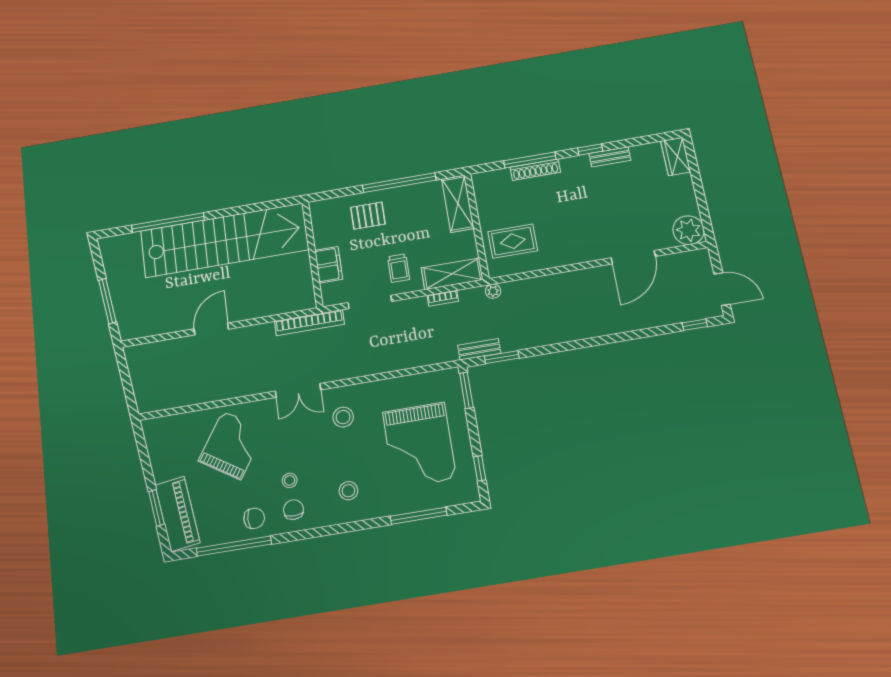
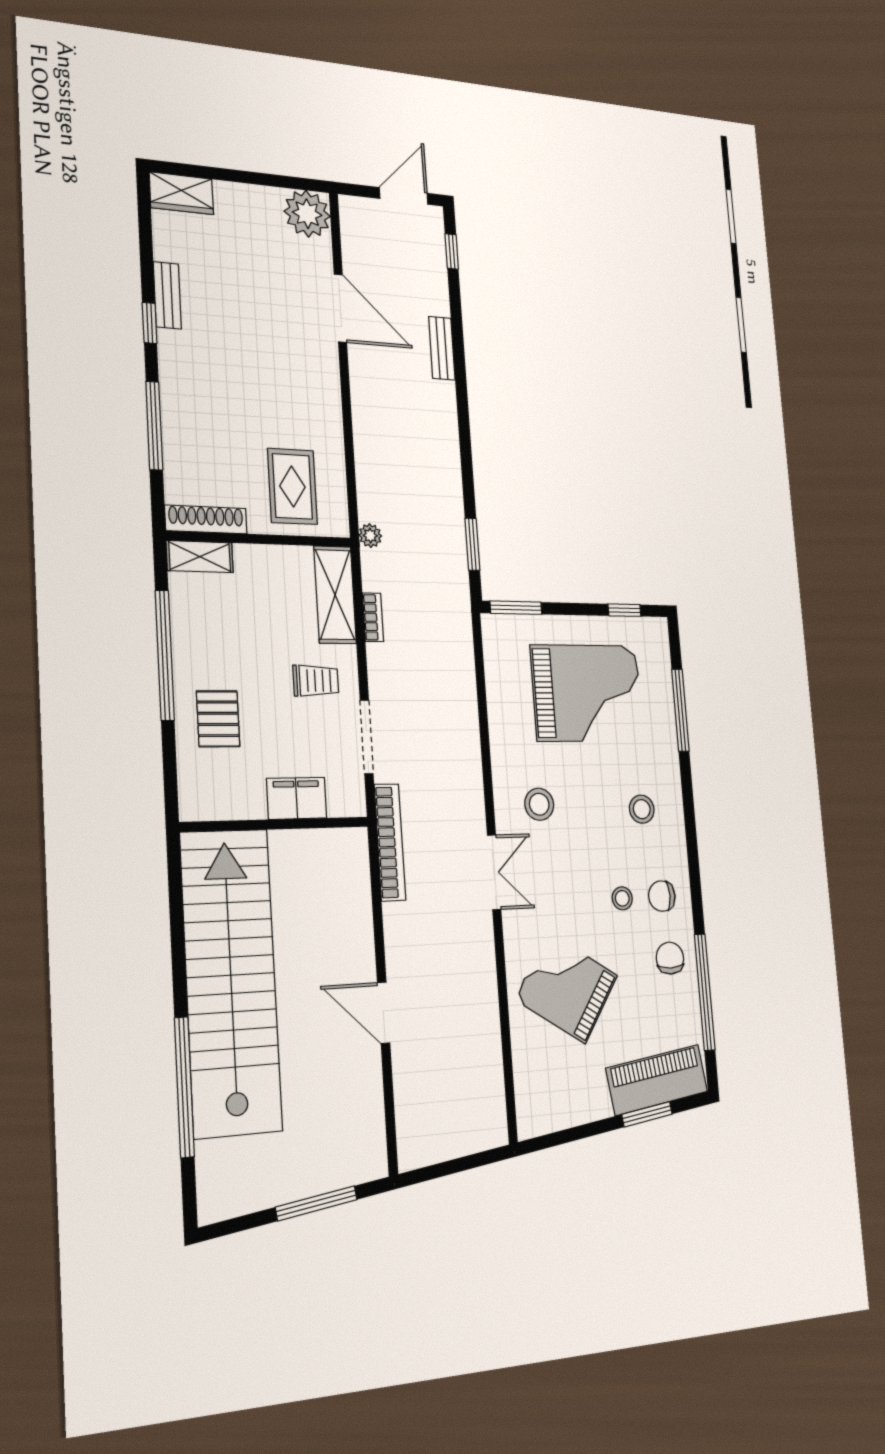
shoe rack: (535, 170) -> (206, 519), moved, turned -90
shelving: (458, 204) -> (200, 557), width x0.67, depth x0.75
bench: (479, 349) -> (442, 348), moved

